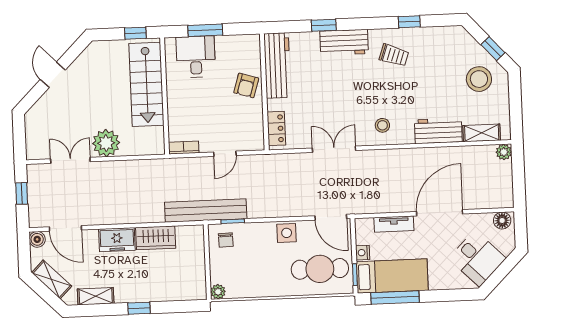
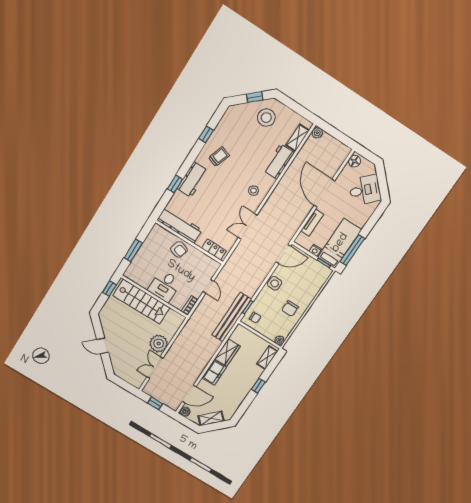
desk: (196, 57) -> (165, 286), moved, turned -90
cafe table: (320, 269) -> (307, 279), removed
chair: (268, 275) -> (290, 309), added
shelving: (96, 296) -> (267, 358), moved

